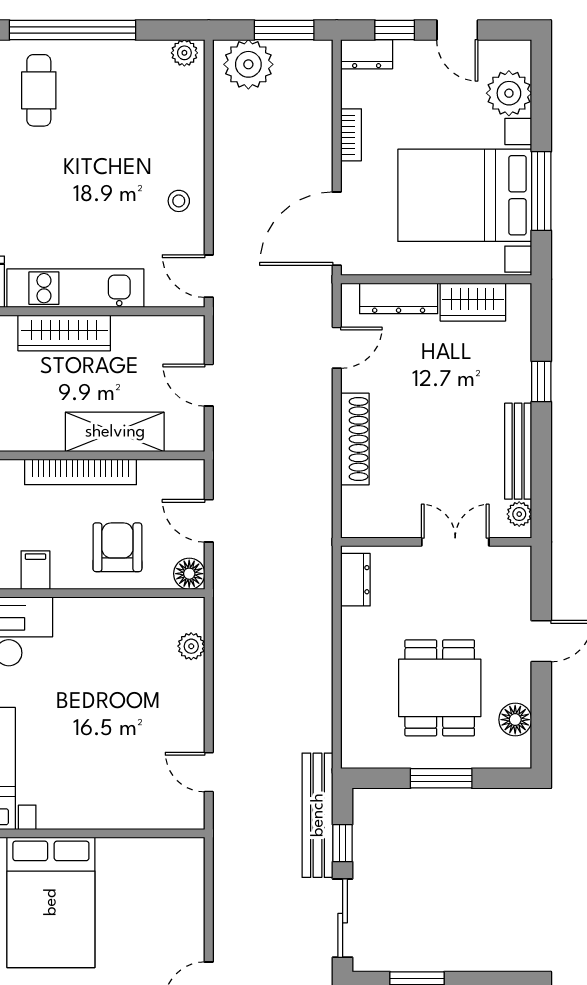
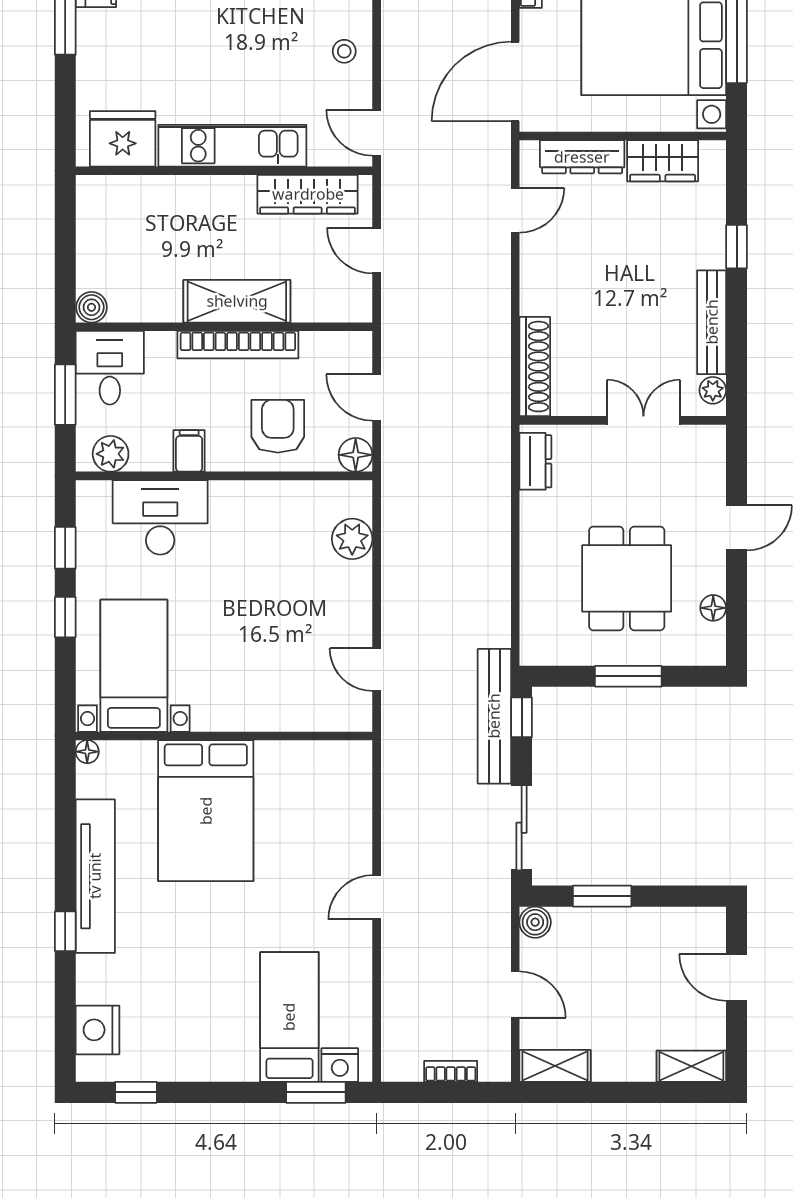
wardrobe: (64, 333) -> (308, 194), moved
shelving: (115, 432) -> (237, 301), moved
shoe rack: (355, 439) -> (535, 367), moved
plant: (191, 646) -> (352, 539), width x1.38, depth x1.38
floor lamp: (515, 720) -> (713, 608), width x0.73, depth x0.73
window: (343, 843) -> (522, 717), moved

